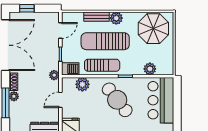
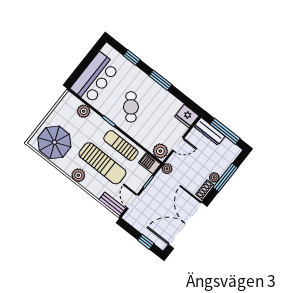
bench: (96, 17) -> (112, 204), moved
door: (60, 30) -> (133, 202), hinge flipped
plant: (82, 84) -> (160, 151), moved
cafe table: (117, 100) -> (131, 107), width x0.73, depth x0.74

